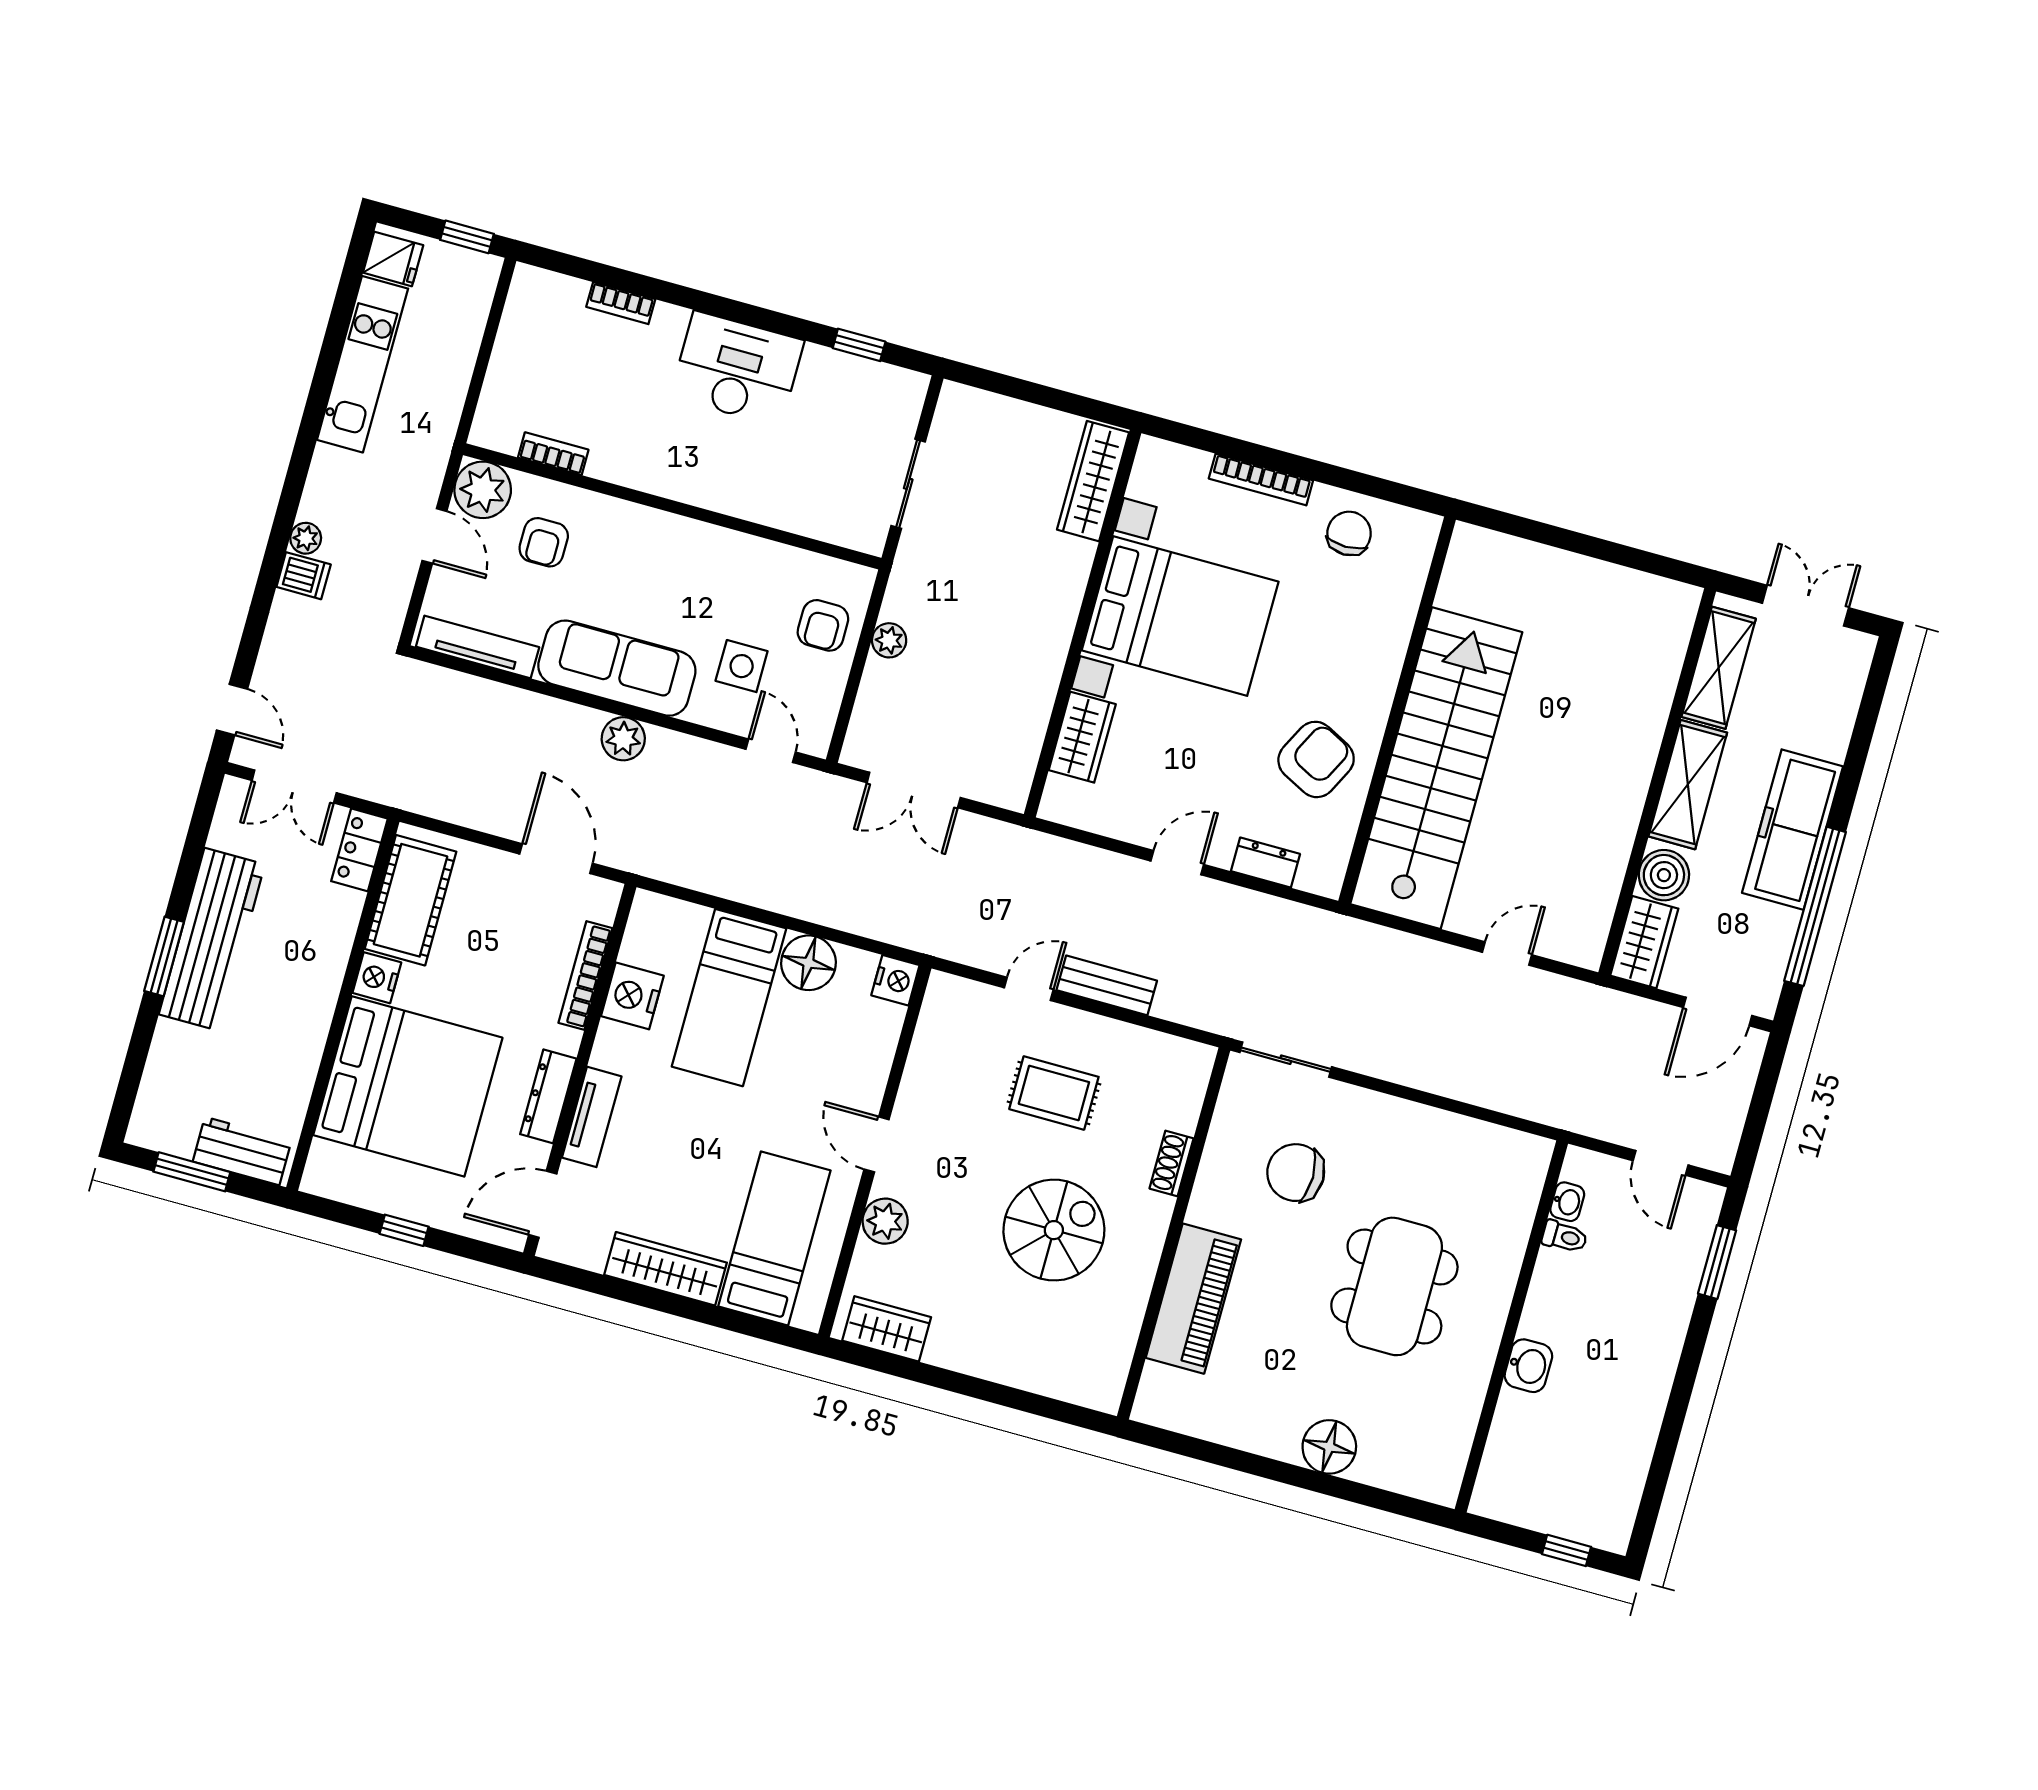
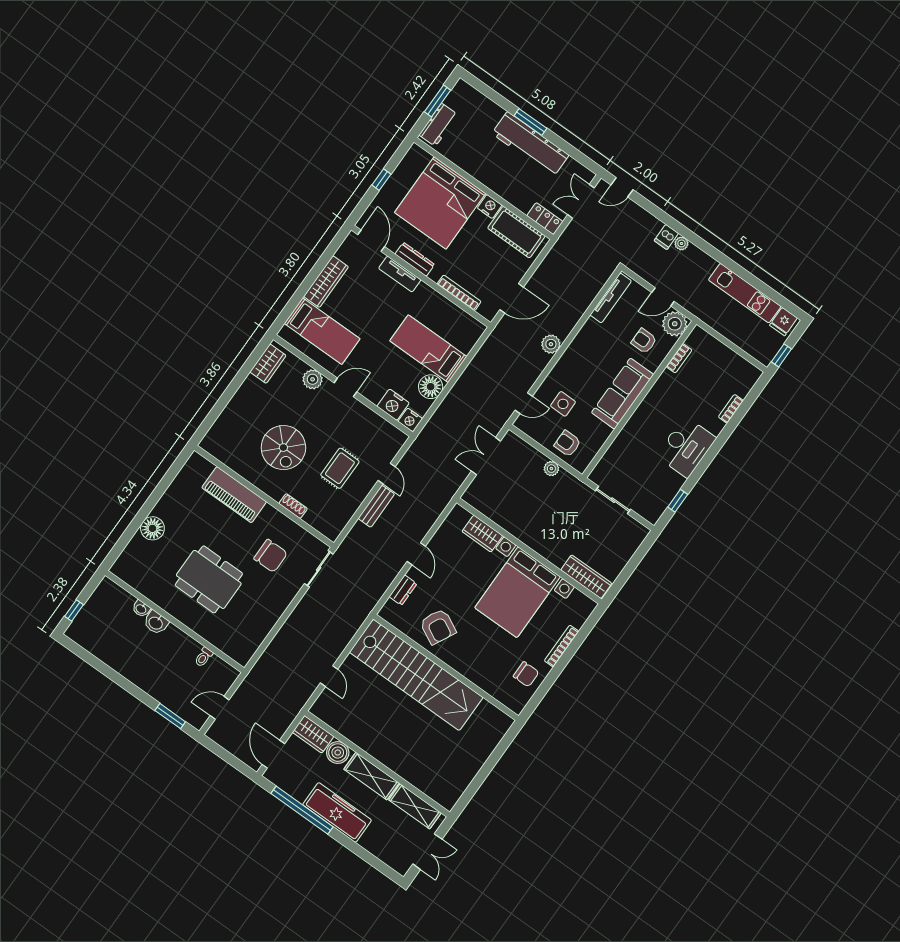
sofa: (617, 668) -> (623, 394), moved, turned 180
nightstand: (632, 996) -> (393, 405), moved, turned 180
chair: (1296, 1173) -> (271, 556), turned 90
washbasin: (1567, 1202) -> (141, 609), moved

